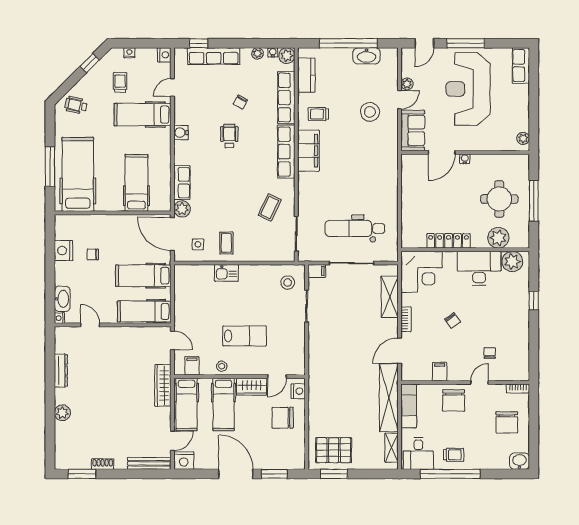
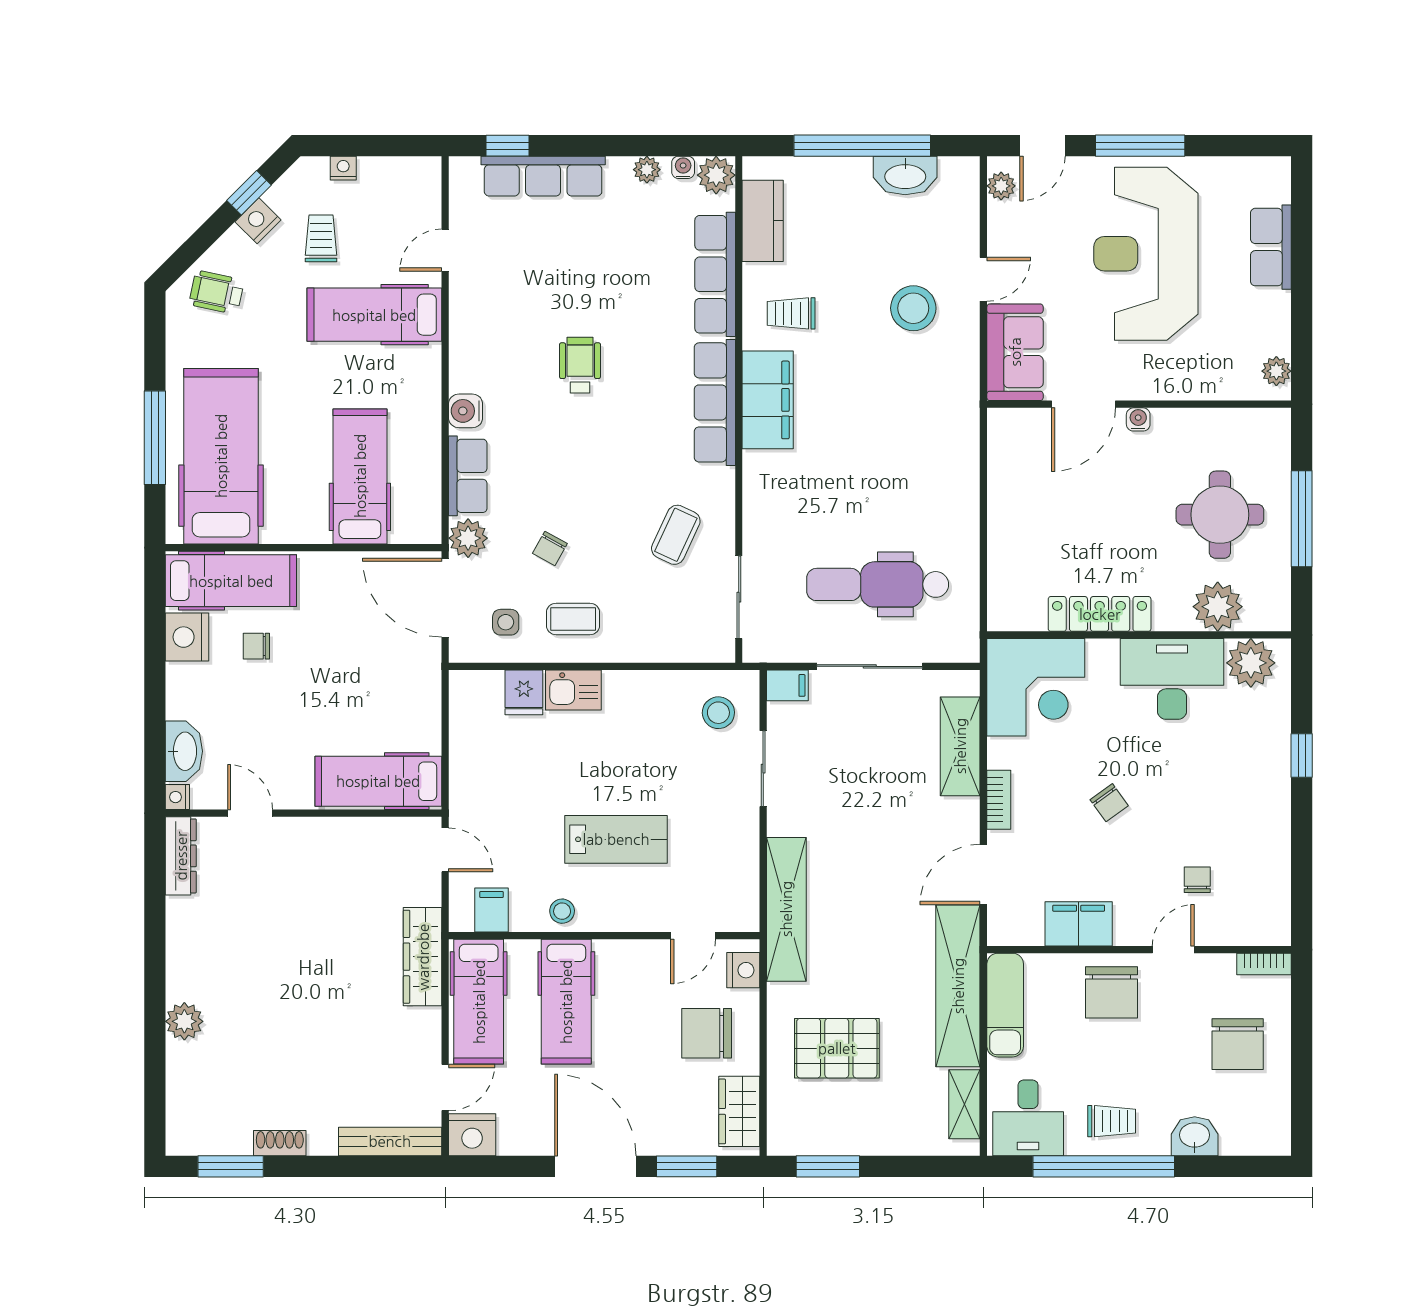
nightstand: (164, 55) -> (258, 221), moved, turned -135
row of seats: (521, 65) -> (1271, 247), moved
plant: (407, 84) -> (1001, 186), moved
chair: (240, 102) -> (550, 548), moved
water cooler: (181, 133) -> (466, 411), moved
coffee table: (226, 243) -> (573, 619), turned 90
fridge: (206, 274) -> (524, 692), added
hospital bed: (143, 276) -> (231, 581), moved, turned 180
shelving: (316, 366) -> (786, 909), added
dresser: (61, 371) -> (181, 856), moved
filing cabinet: (440, 372) -> (1079, 924), width x2.00
wardrobe: (252, 387) -> (739, 1111), moved, turned 90
pallet: (334, 450) -> (837, 1048), moved
washbasin: (519, 461) -> (1195, 1136), moved

